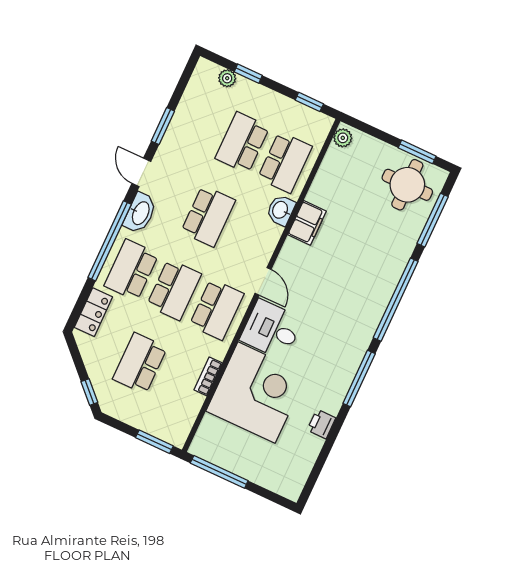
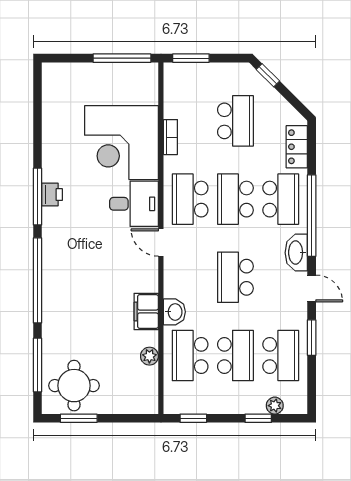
school desk: (200, 123) -> (281, 355), added
plant: (343, 138) -> (149, 356), moved
printer: (321, 424) -> (52, 195), moved

